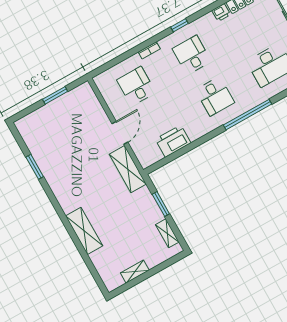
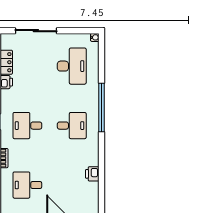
printer: (173, 141) -> (92, 174), width x0.53, depth x0.68

